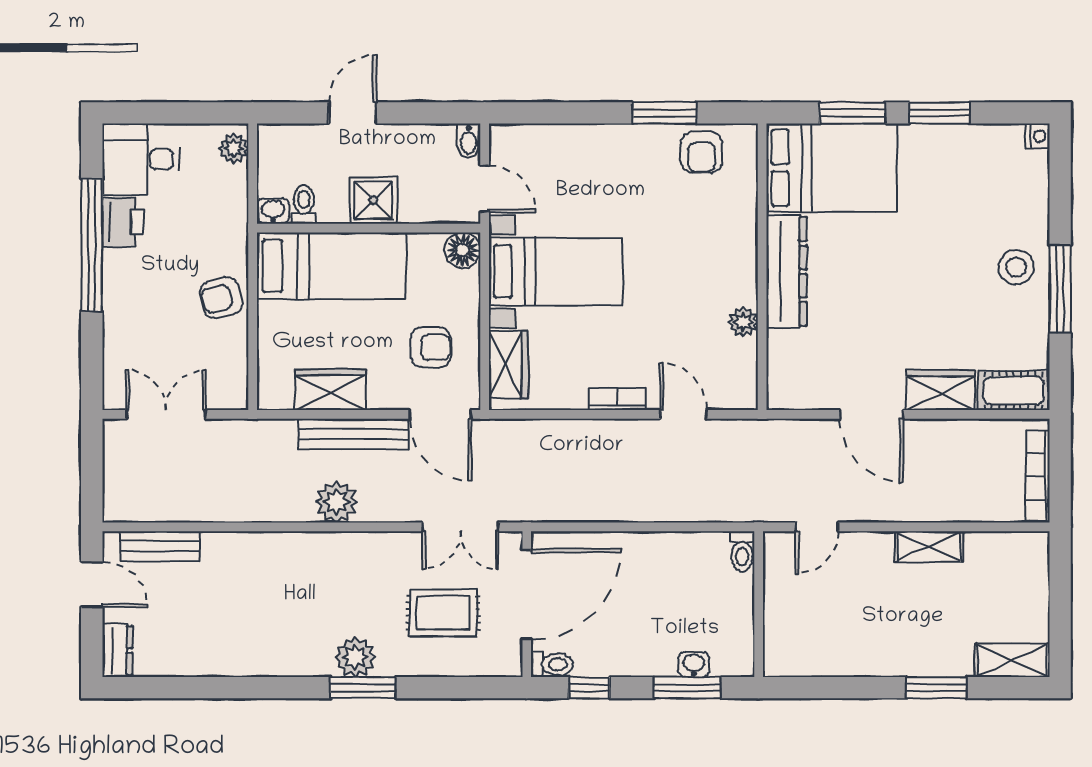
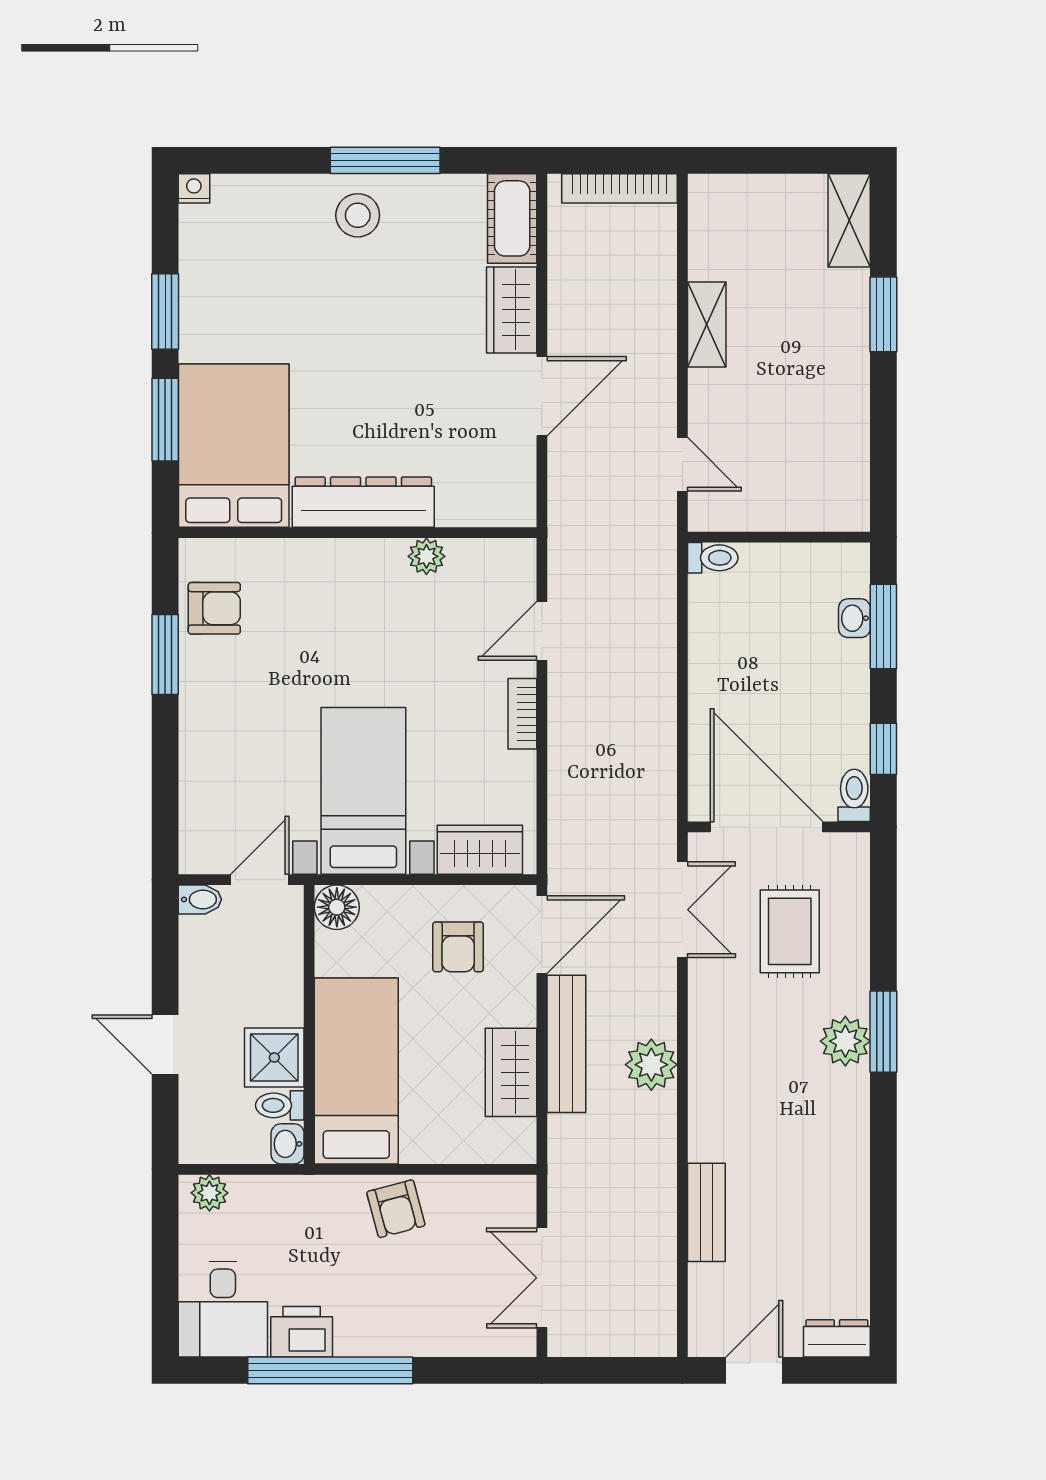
shower: (373, 200) -> (274, 1057), moved
armchair: (431, 347) -> (458, 947), turned 180
bench: (160, 546) -> (706, 1212), moved

